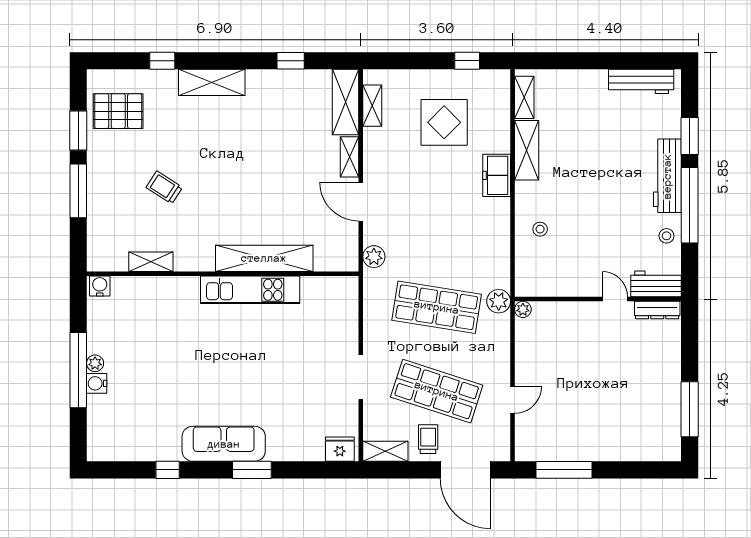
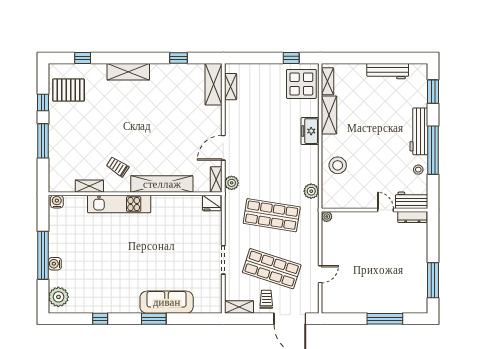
window: (162, 61) -> (83, 58), moved
workbench: (641, 81) -> (388, 71), moved
display table: (444, 122) -> (301, 84), moved
window: (78, 131) -> (43, 102), width x0.67
window: (690, 136) -> (433, 92), moved
shelving: (350, 157) -> (216, 180), moved
trolley: (164, 187) -> (118, 167), moved
door: (361, 202) -> (223, 148), hinge flipped
stool: (540, 229) -> (338, 165), width x1.89, depth x1.89
kitchen unit: (250, 290) -> (119, 204), moved
plant: (499, 301) -> (311, 191), moved
plant: (95, 363) -> (58, 297), moved, width x1.88, depth x1.88
sofa: (224, 444) -> (167, 302), moved
fridge: (340, 449) -> (212, 203), moved, turned 180
window: (564, 470) -> (385, 319), moved

